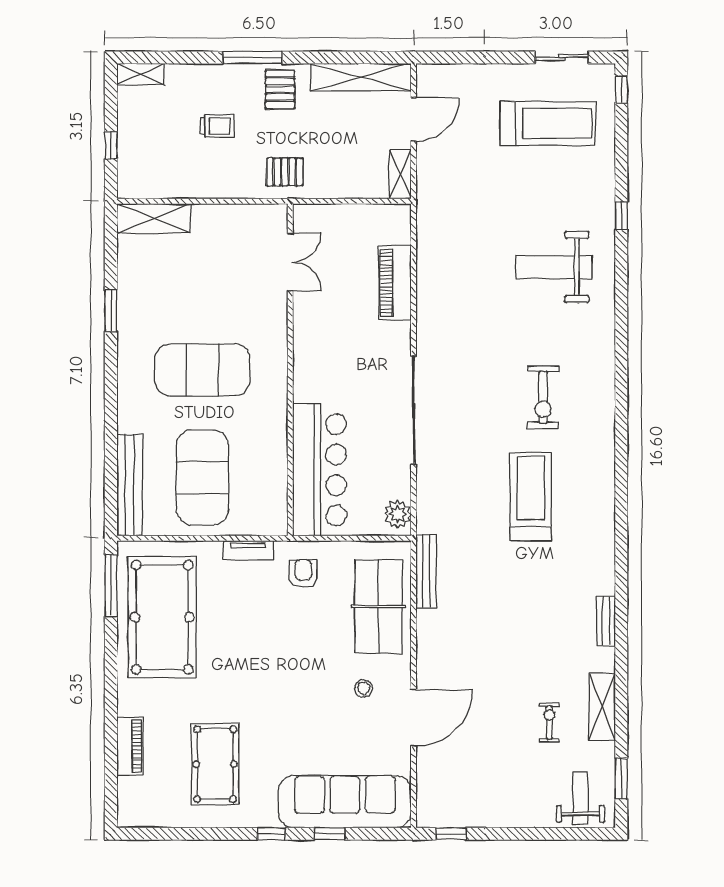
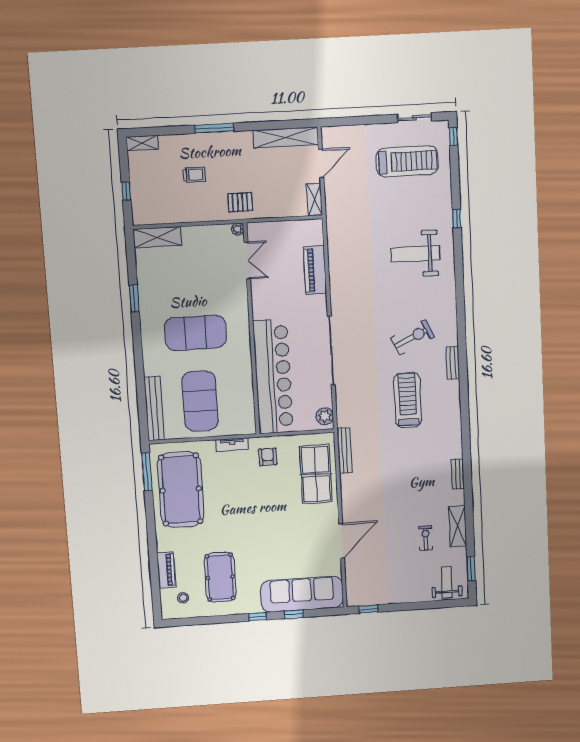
pallet: (280, 89) -> (234, 148), removed
plant: (278, 213) -> (238, 229), added
exercise bike: (543, 397) -> (412, 337), turned -115
bench: (606, 442) -> (453, 363), added
bar counter: (319, 470) -> (273, 376), width x1.36
stool: (364, 688) -> (183, 598), moved

